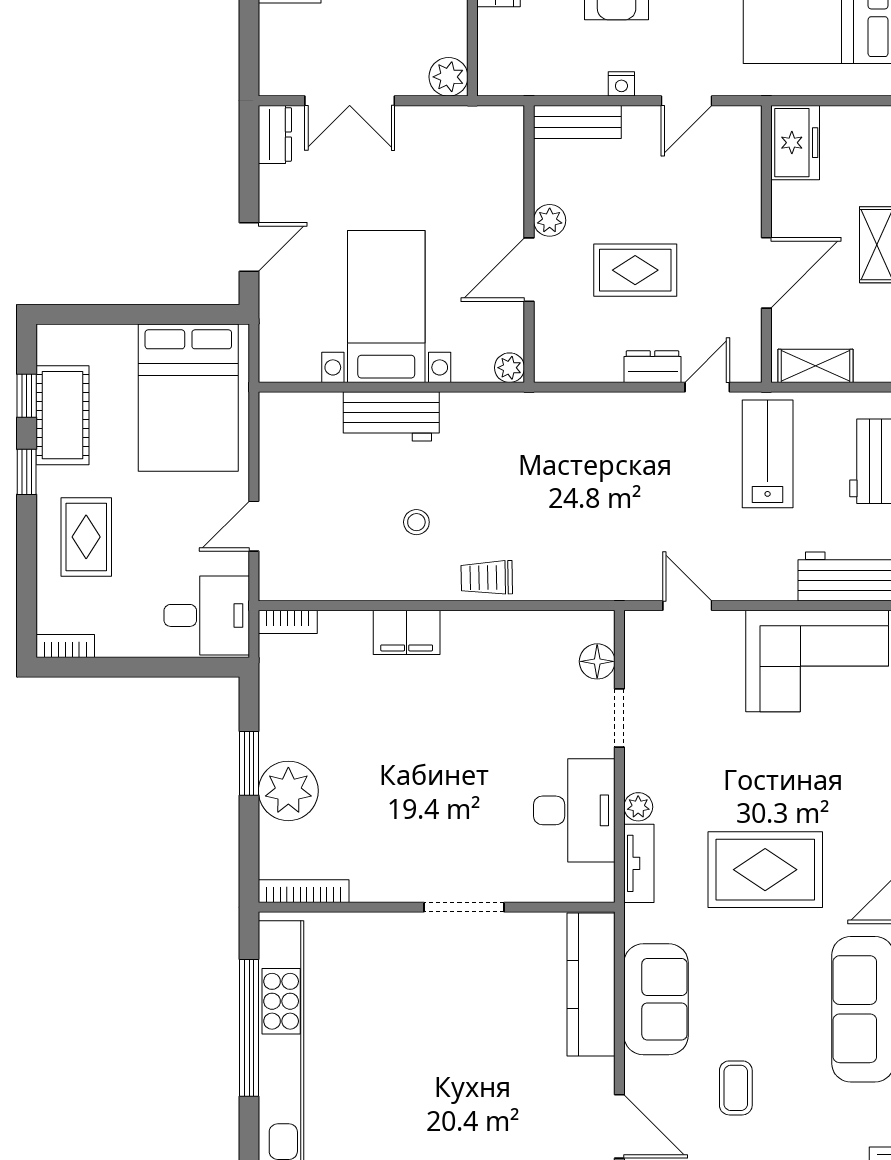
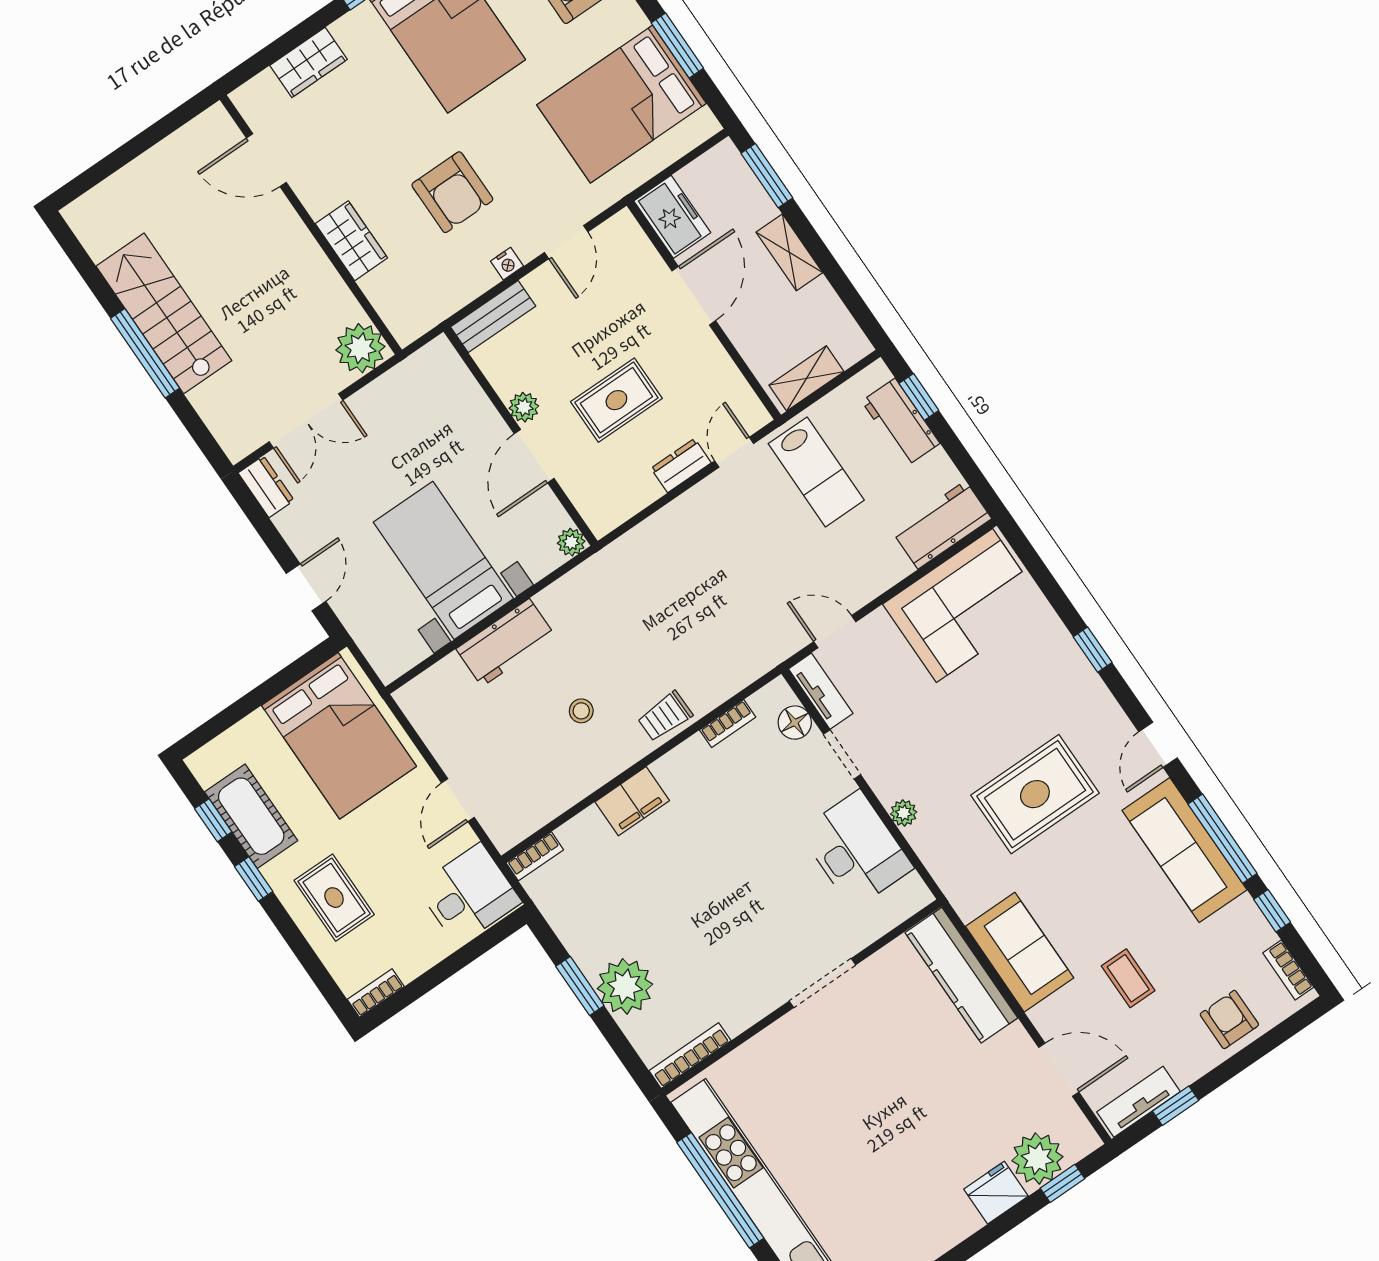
plant: (449, 77) -> (360, 348), width x1.36, depth x1.36
door: (766, 273) -> (694, 296), moved
lab bench: (768, 454) -> (816, 472), turned 180
bookcase: (538, 622) -> (728, 723), added
tv unit: (639, 863) -> (821, 691), moved

